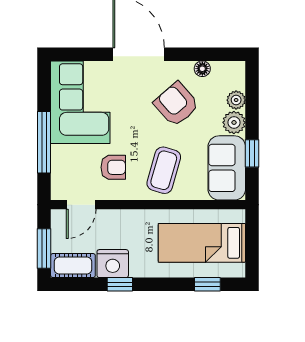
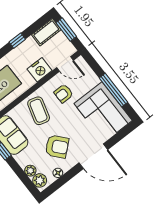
plant: (234, 122) -> (40, 180), moved
window: (44, 142) -> (113, 90), moved
door: (81, 205) -> (65, 64), swing flipped
nightstand: (113, 264) -> (40, 70), moved, turned 180

